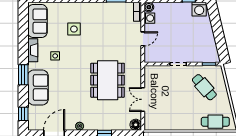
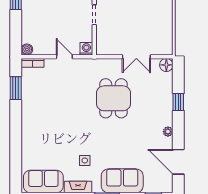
washing machine: (149, 18) -> (86, 49), moved
side table: (74, 29) -> (53, 138), removed
dining table: (108, 80) -> (113, 98), width x0.73

